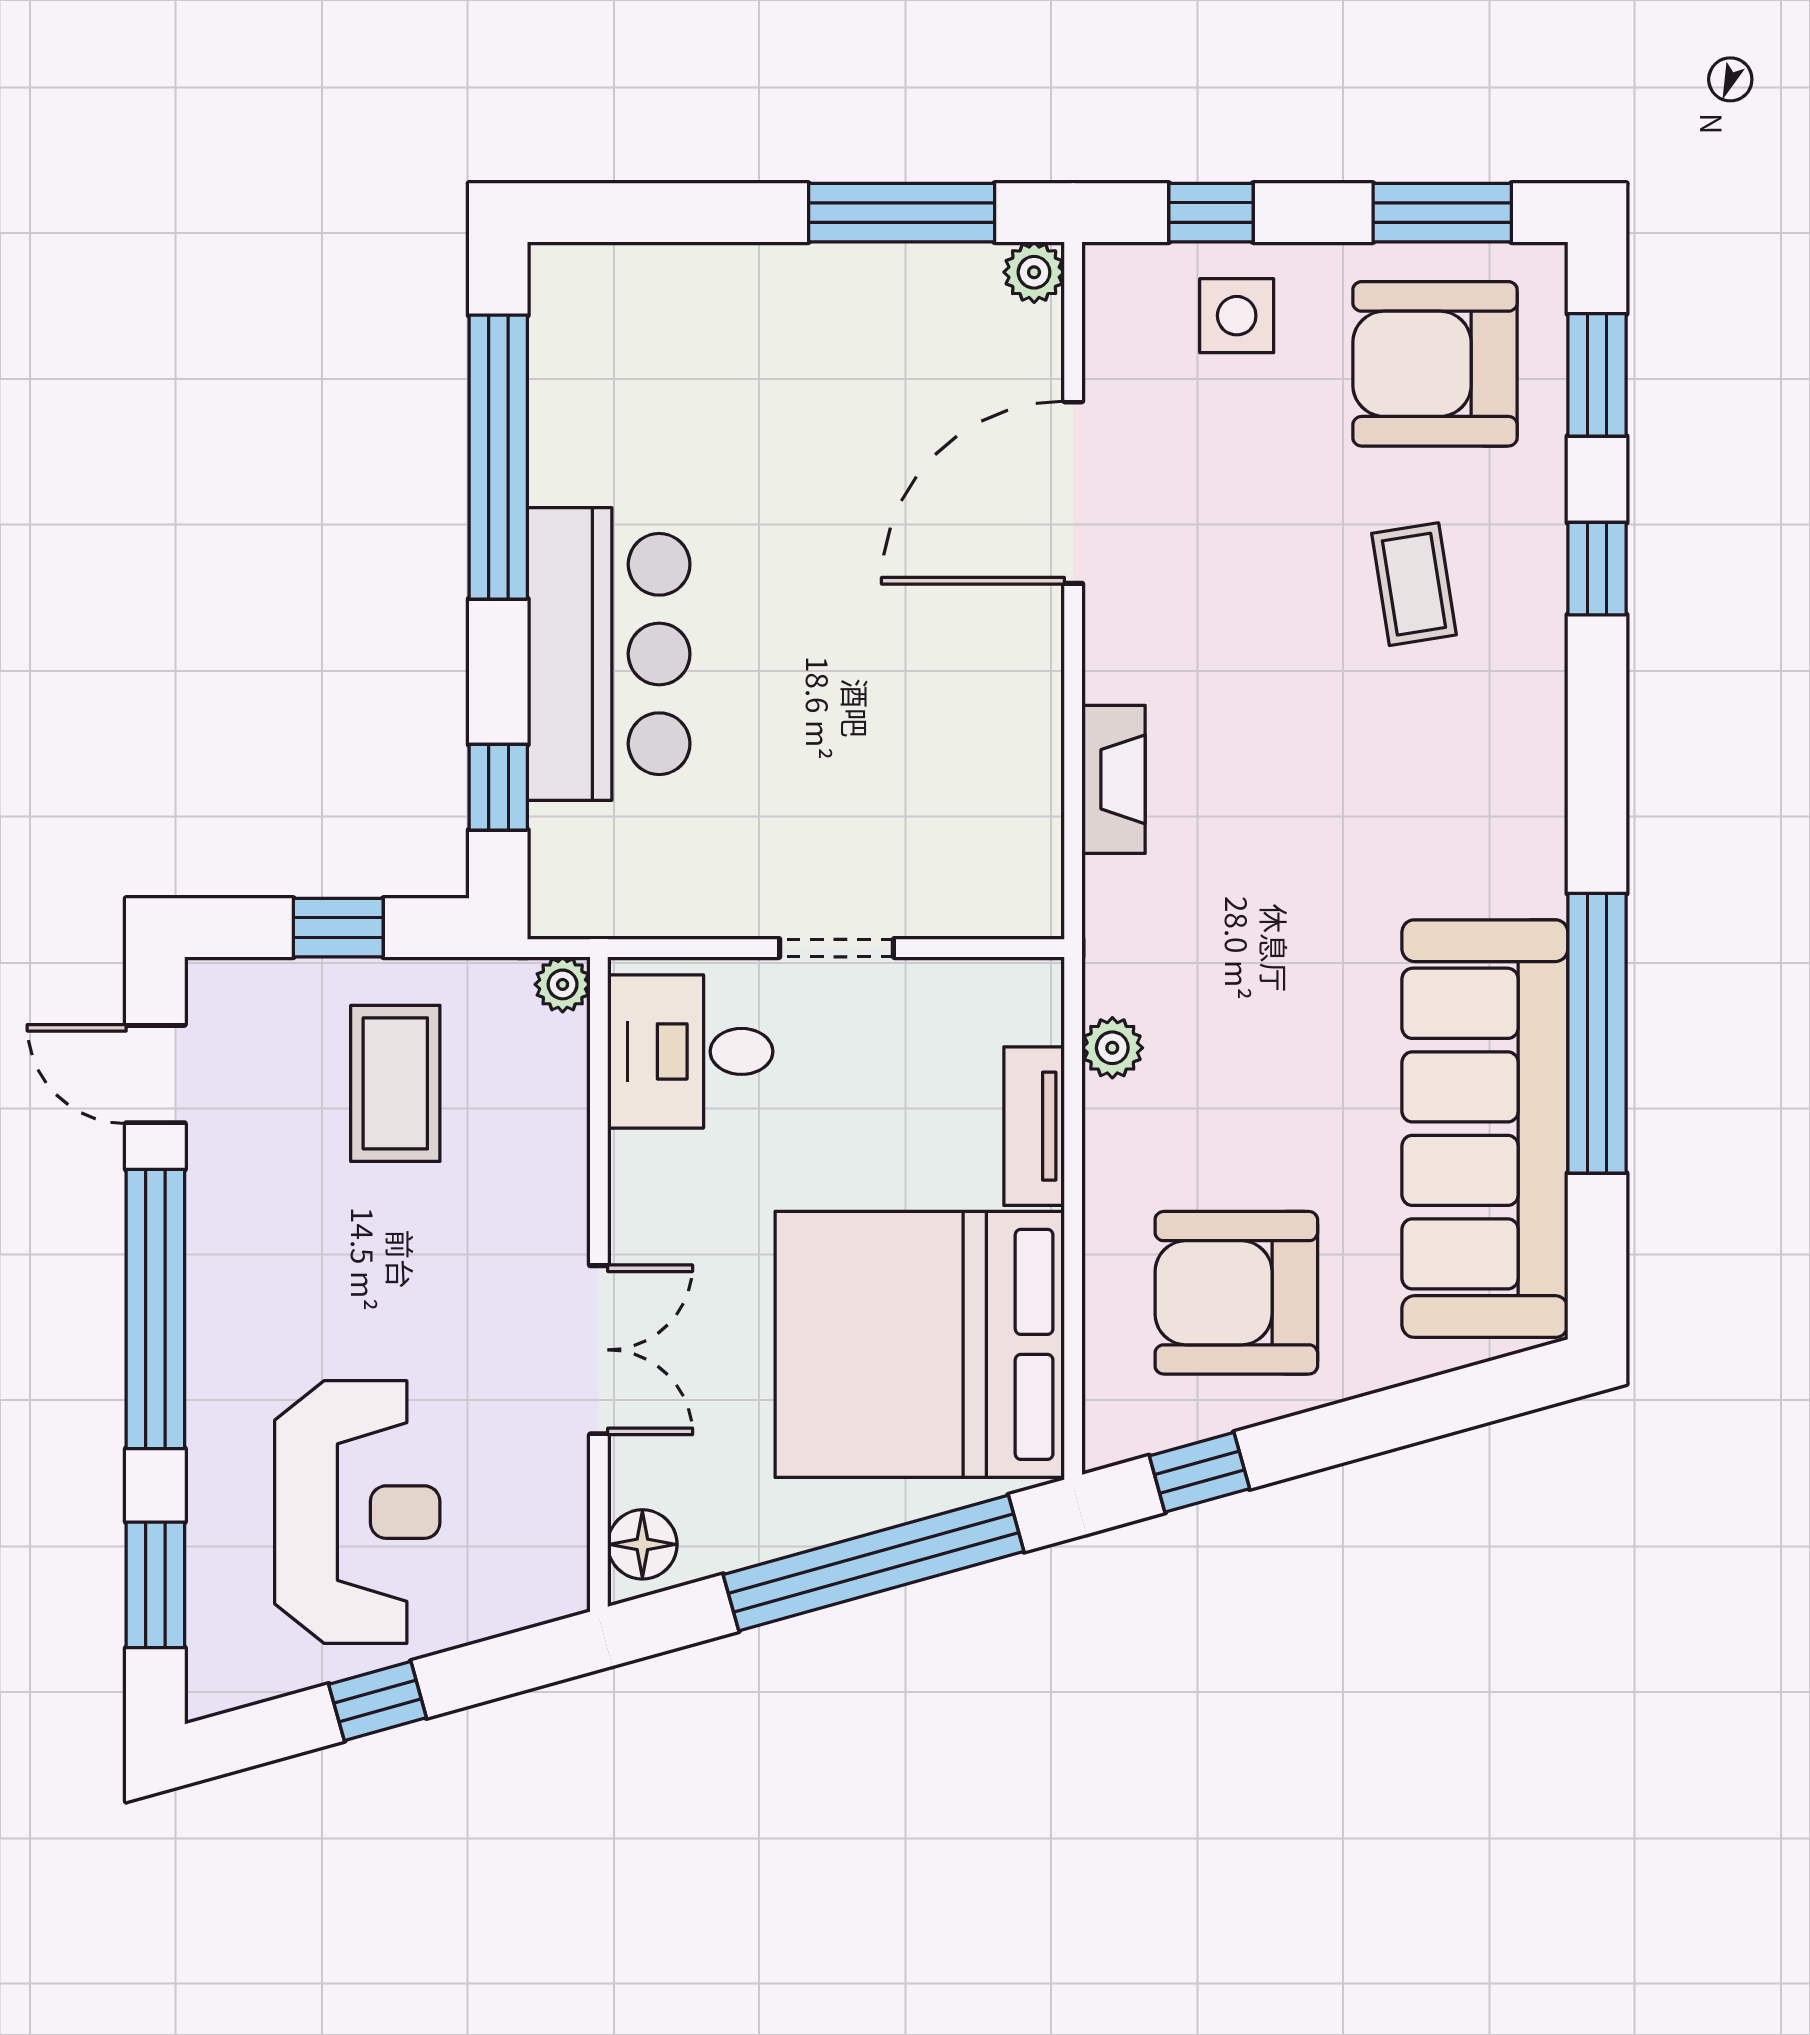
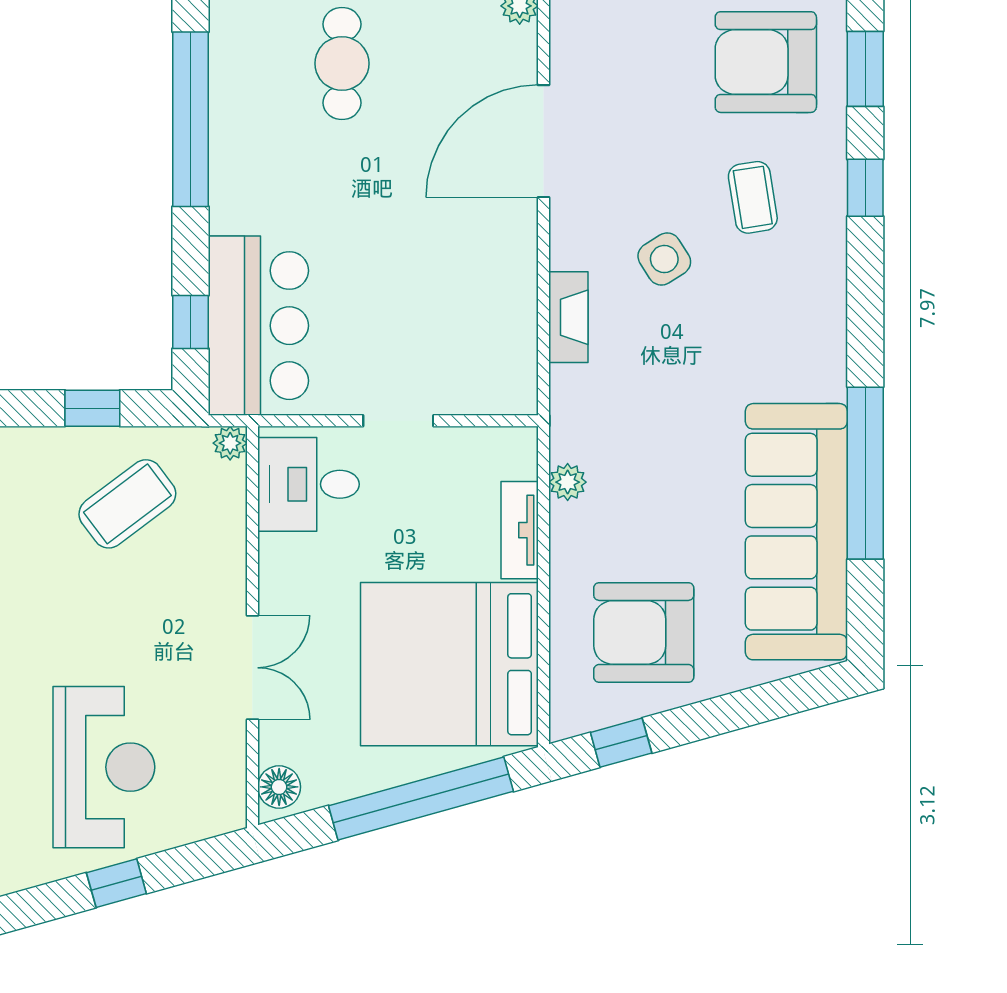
side table: (1237, 316) -> (664, 259), moved, turned -32
cafe table: (745, 366) -> (342, 63), added
bar counter: (609, 654) -> (258, 326), moved
coffee table: (395, 1083) -> (127, 504), turned 53

